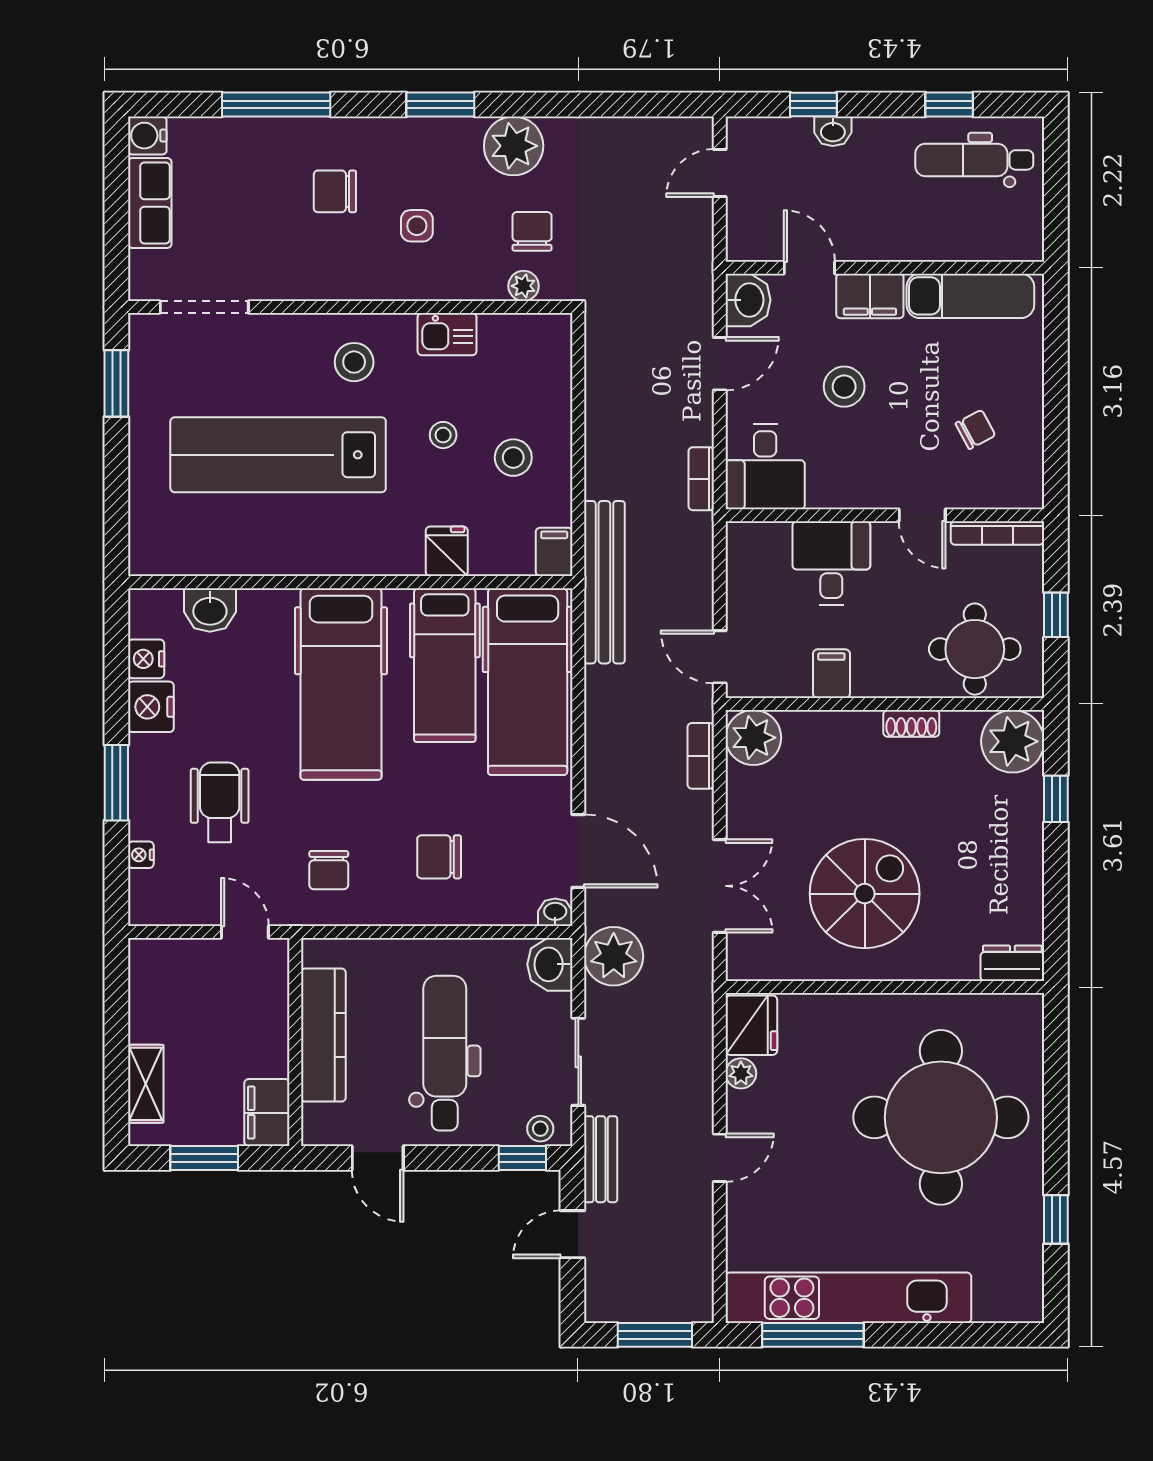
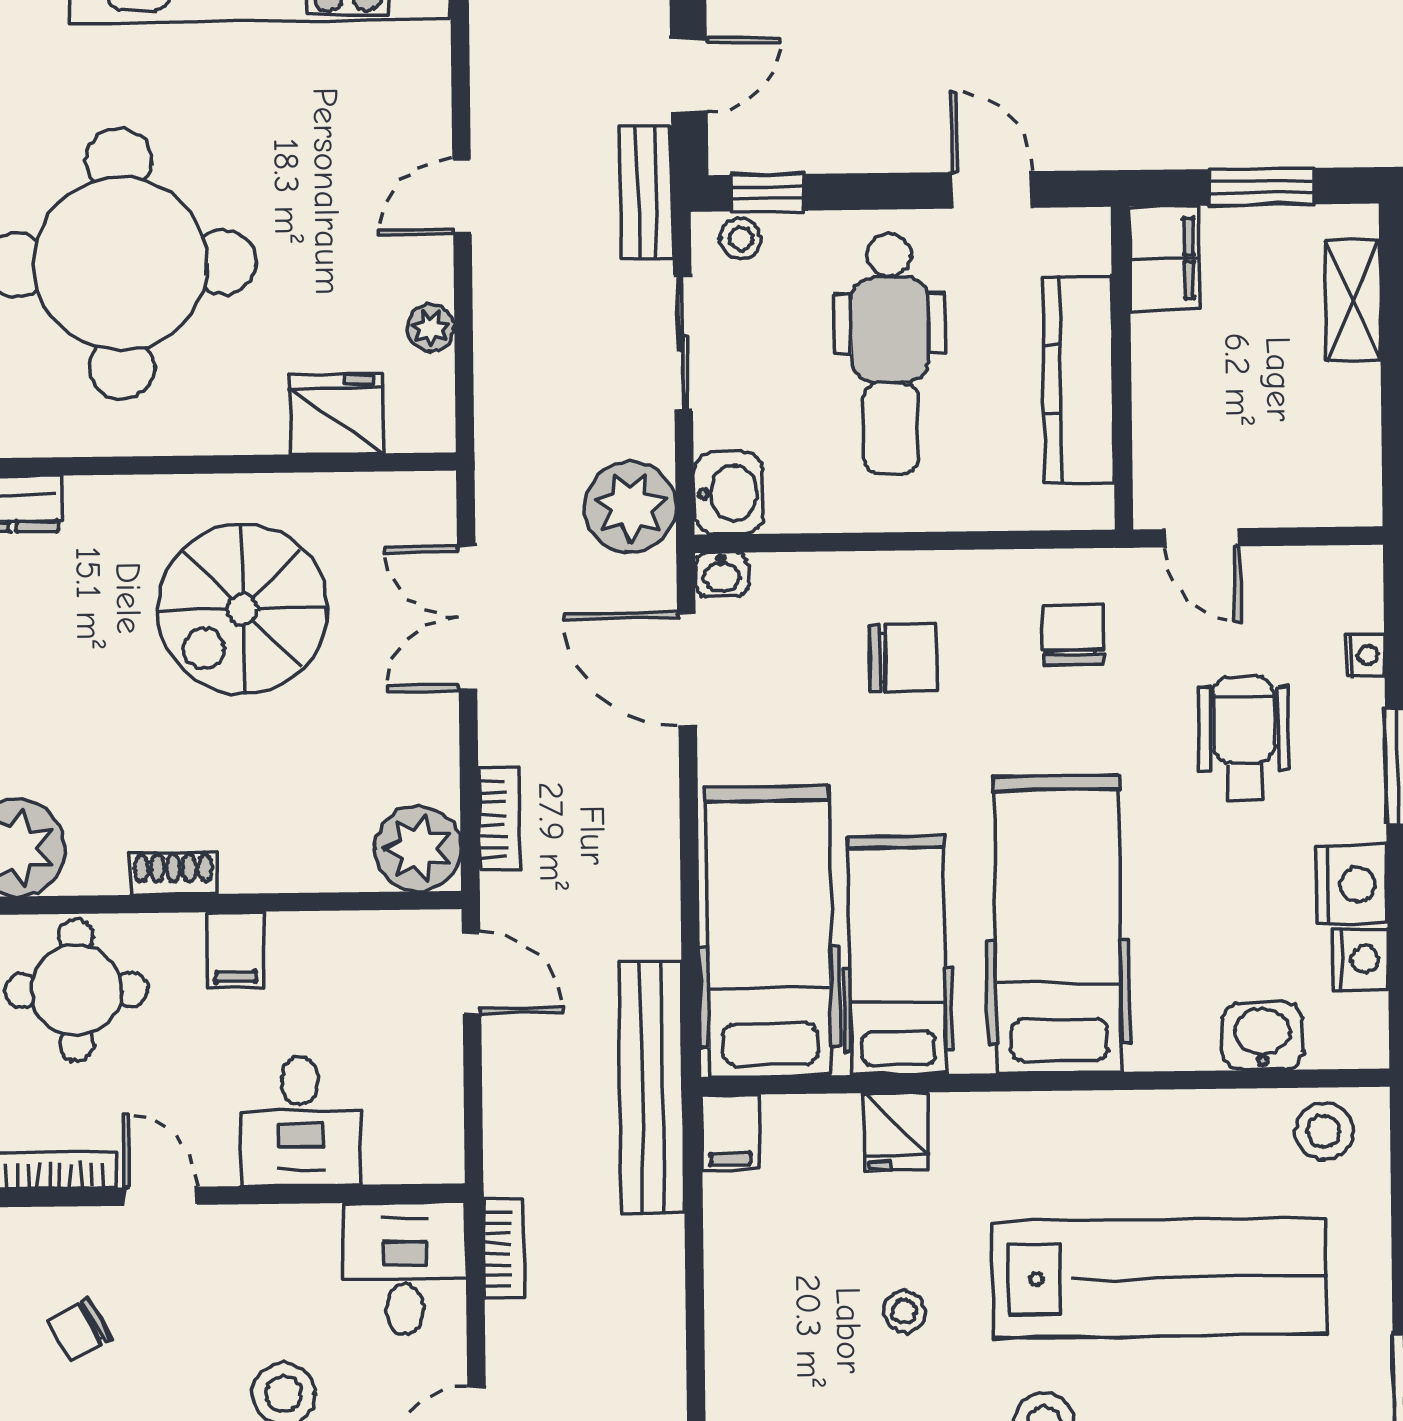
stool: (513, 458) -> (1324, 1131), moved
filing cabinet: (831, 674) -> (235, 950), moved
wheelchair: (220, 802) -> (1244, 738), turned 180
fridge: (751, 1025) -> (336, 414), moved, turned 90

